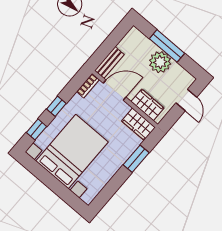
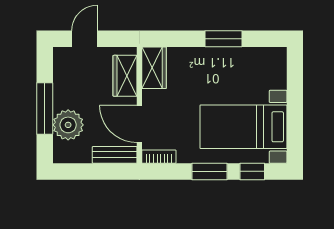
plant: (160, 62) -> (68, 125), moved
window: (56, 106) -> (209, 171), width x1.50
bed with nightstands: (72, 152) -> (243, 127), width x0.73
window: (136, 159) -> (223, 39), moved

